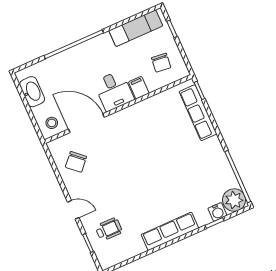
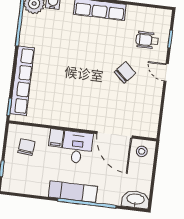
exam couch: (136, 28) -> (73, 192), moved
washbasin: (32, 92) -> (135, 199), moved, turned 90
row of seats: (198, 113) -> (22, 81), width x1.36
chair: (76, 162) -> (125, 72), moved

